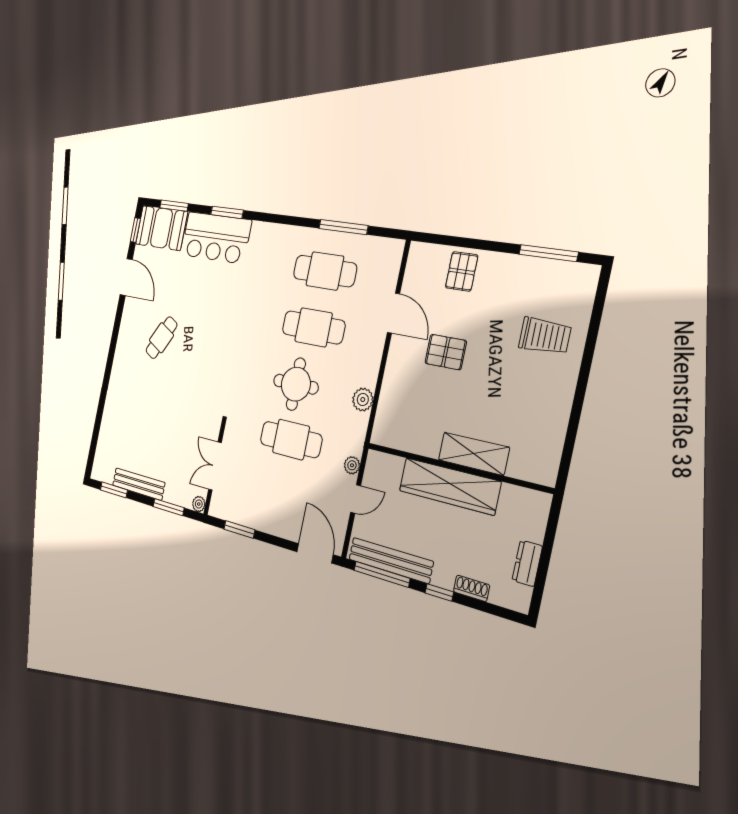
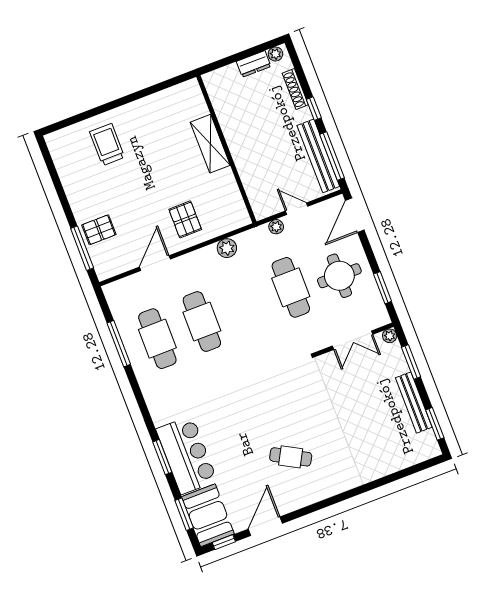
window: (548, 253) -> (82, 248), moved
pallet: (446, 352) -> (185, 219), moved
round table: (296, 384) -> (339, 276), moved
wardrobe: (449, 486) -> (242, 147), removed
shoe rack: (472, 588) -> (295, 89), width x1.43
plant: (522, 596) -> (275, 54), added

